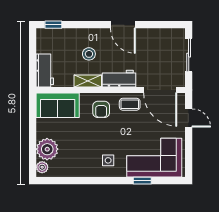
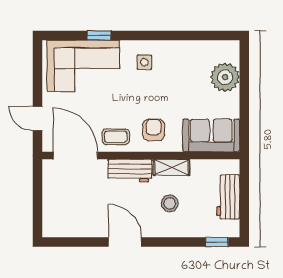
sliding door: (189, 55) -> (38, 202), removed
workbench: (45, 71) -> (228, 197), moved
plant: (42, 167) -> (232, 53), removed

